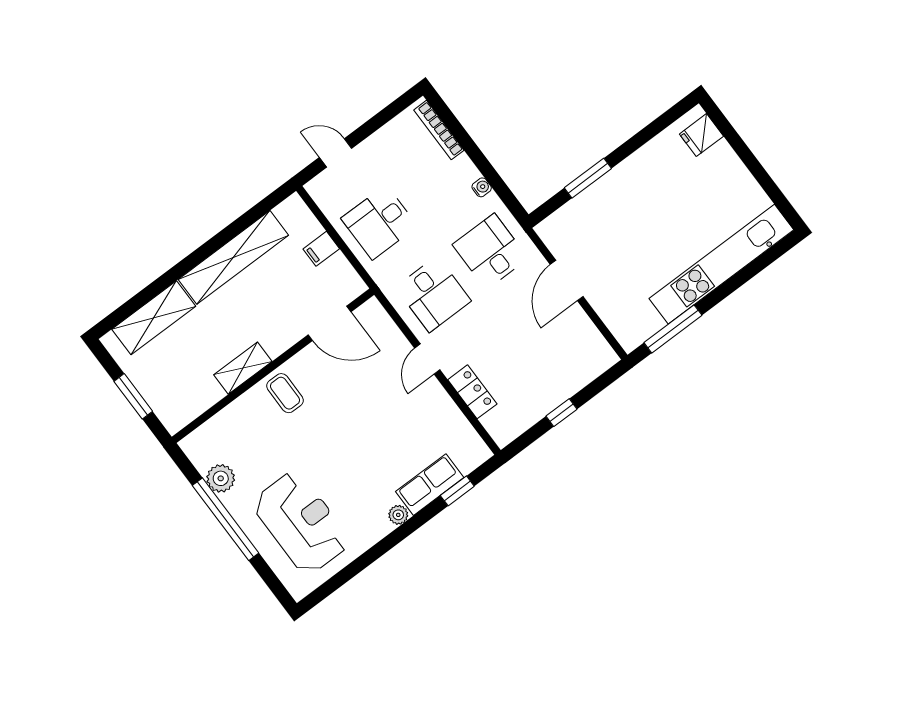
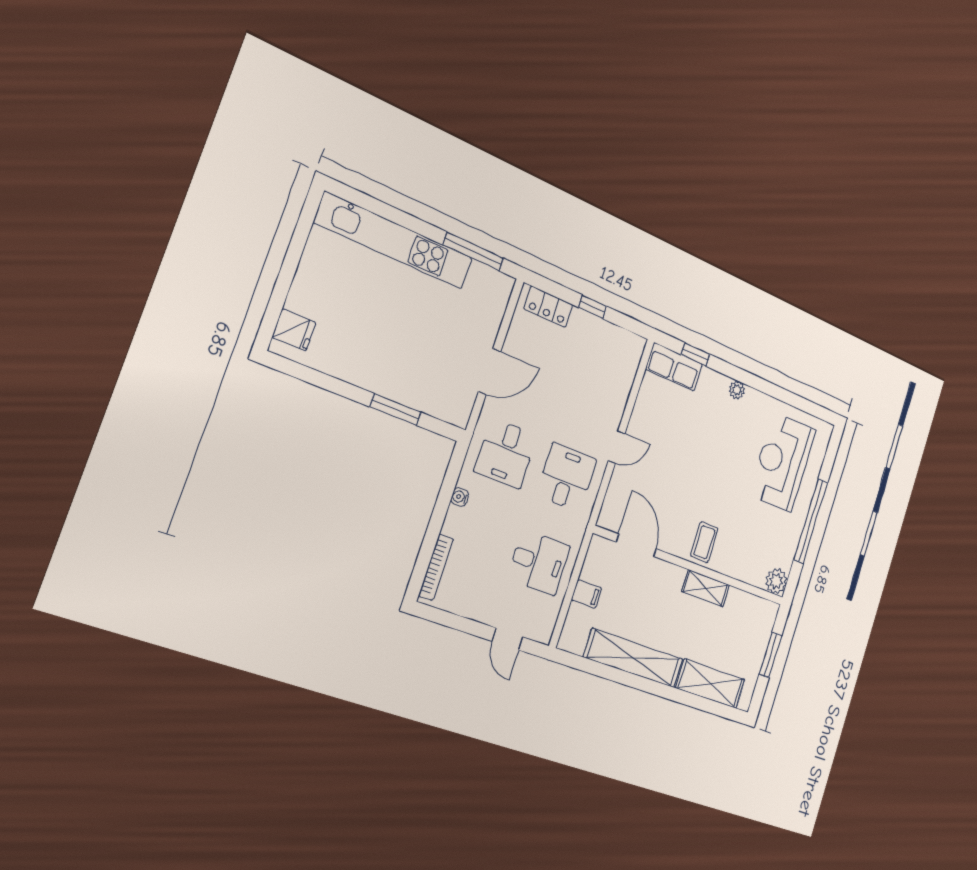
locker: (472, 392) -> (548, 307), moved, turned -90
plant: (221, 478) -> (776, 581), moved
row of seats: (430, 485) -> (674, 367), moved

